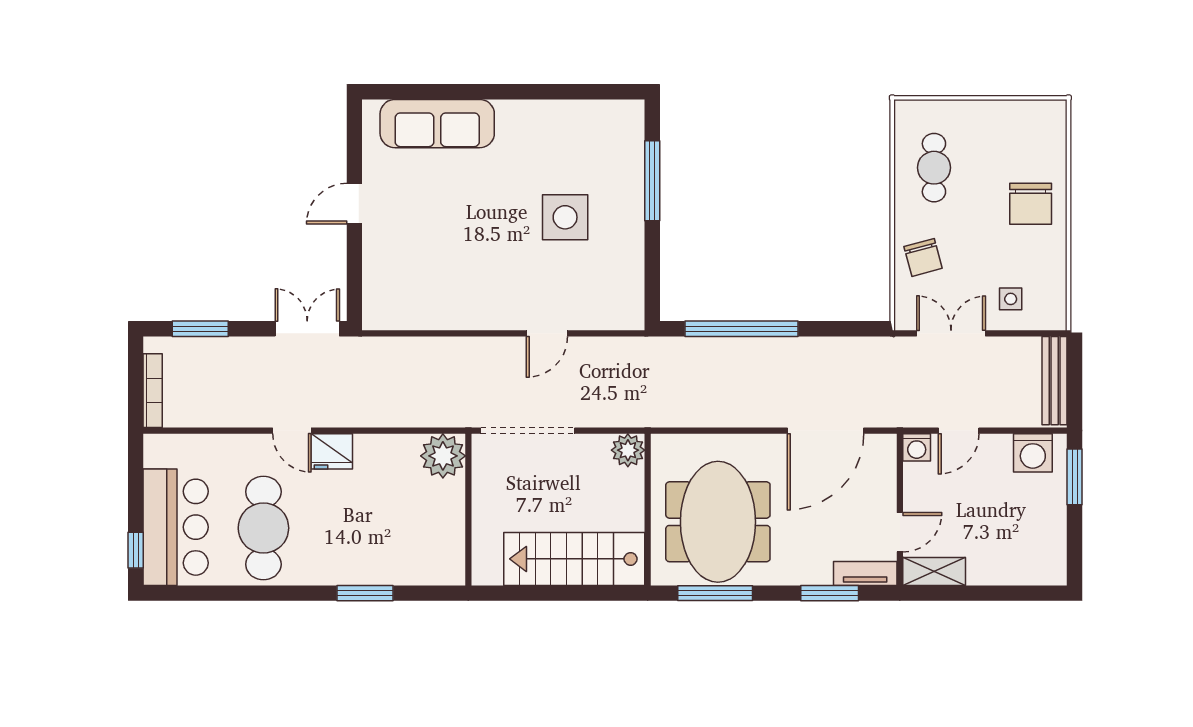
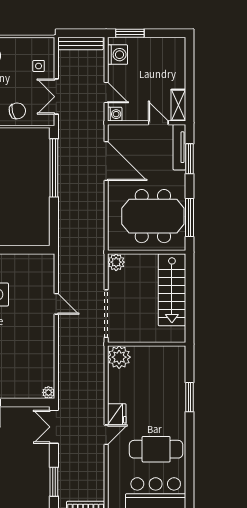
plant: (374, 318) -> (48, 392), added
window: (741, 329) -> (54, 168), moved
tv unit: (865, 573) -> (179, 147), width x1.41

